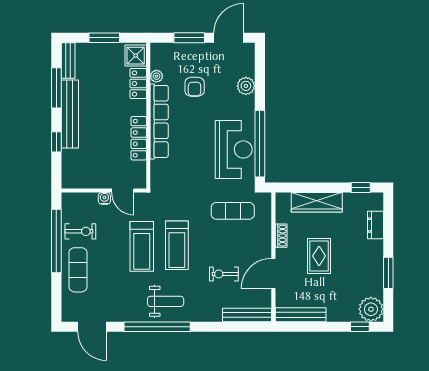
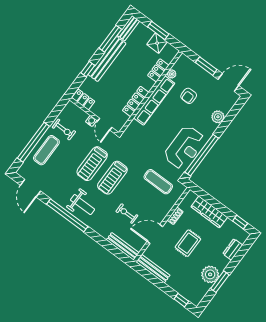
shower: (136, 56) -> (157, 43), moved
locker: (77, 181) -> (83, 100), added
window: (56, 241) -> (33, 142), moved
plant: (371, 309) -> (210, 274), moved

